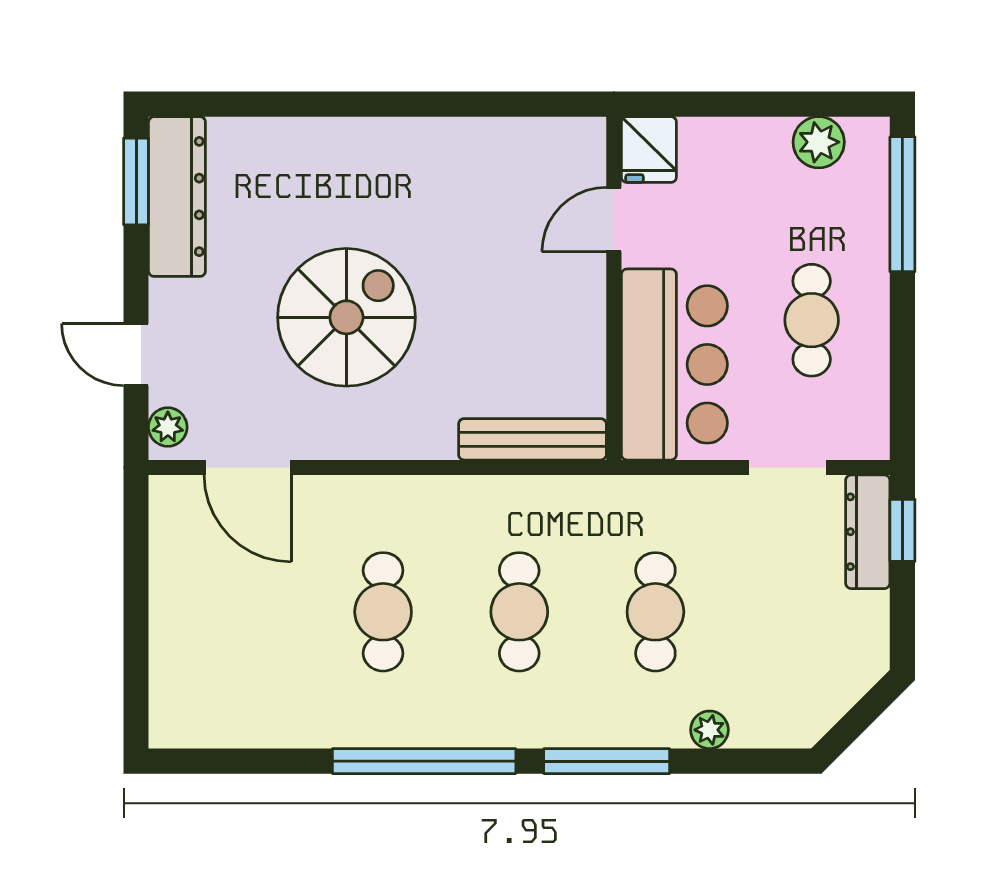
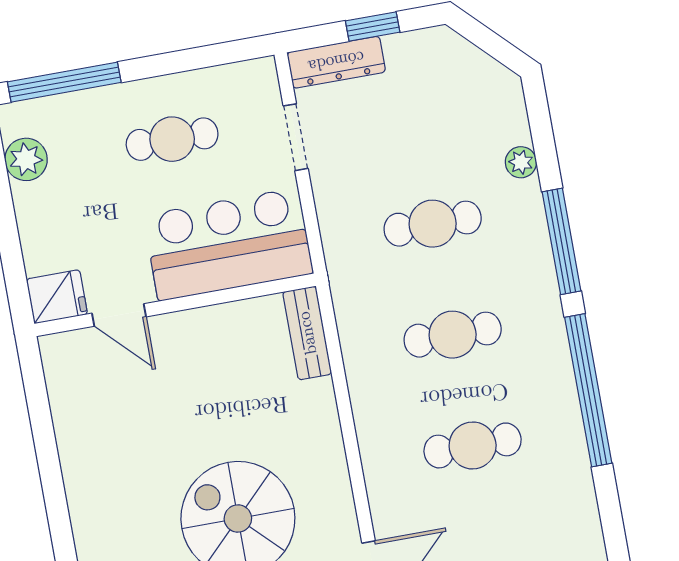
bench: (532, 439) -> (307, 333), width x0.73
window: (902, 530) -> (373, 27), moved

